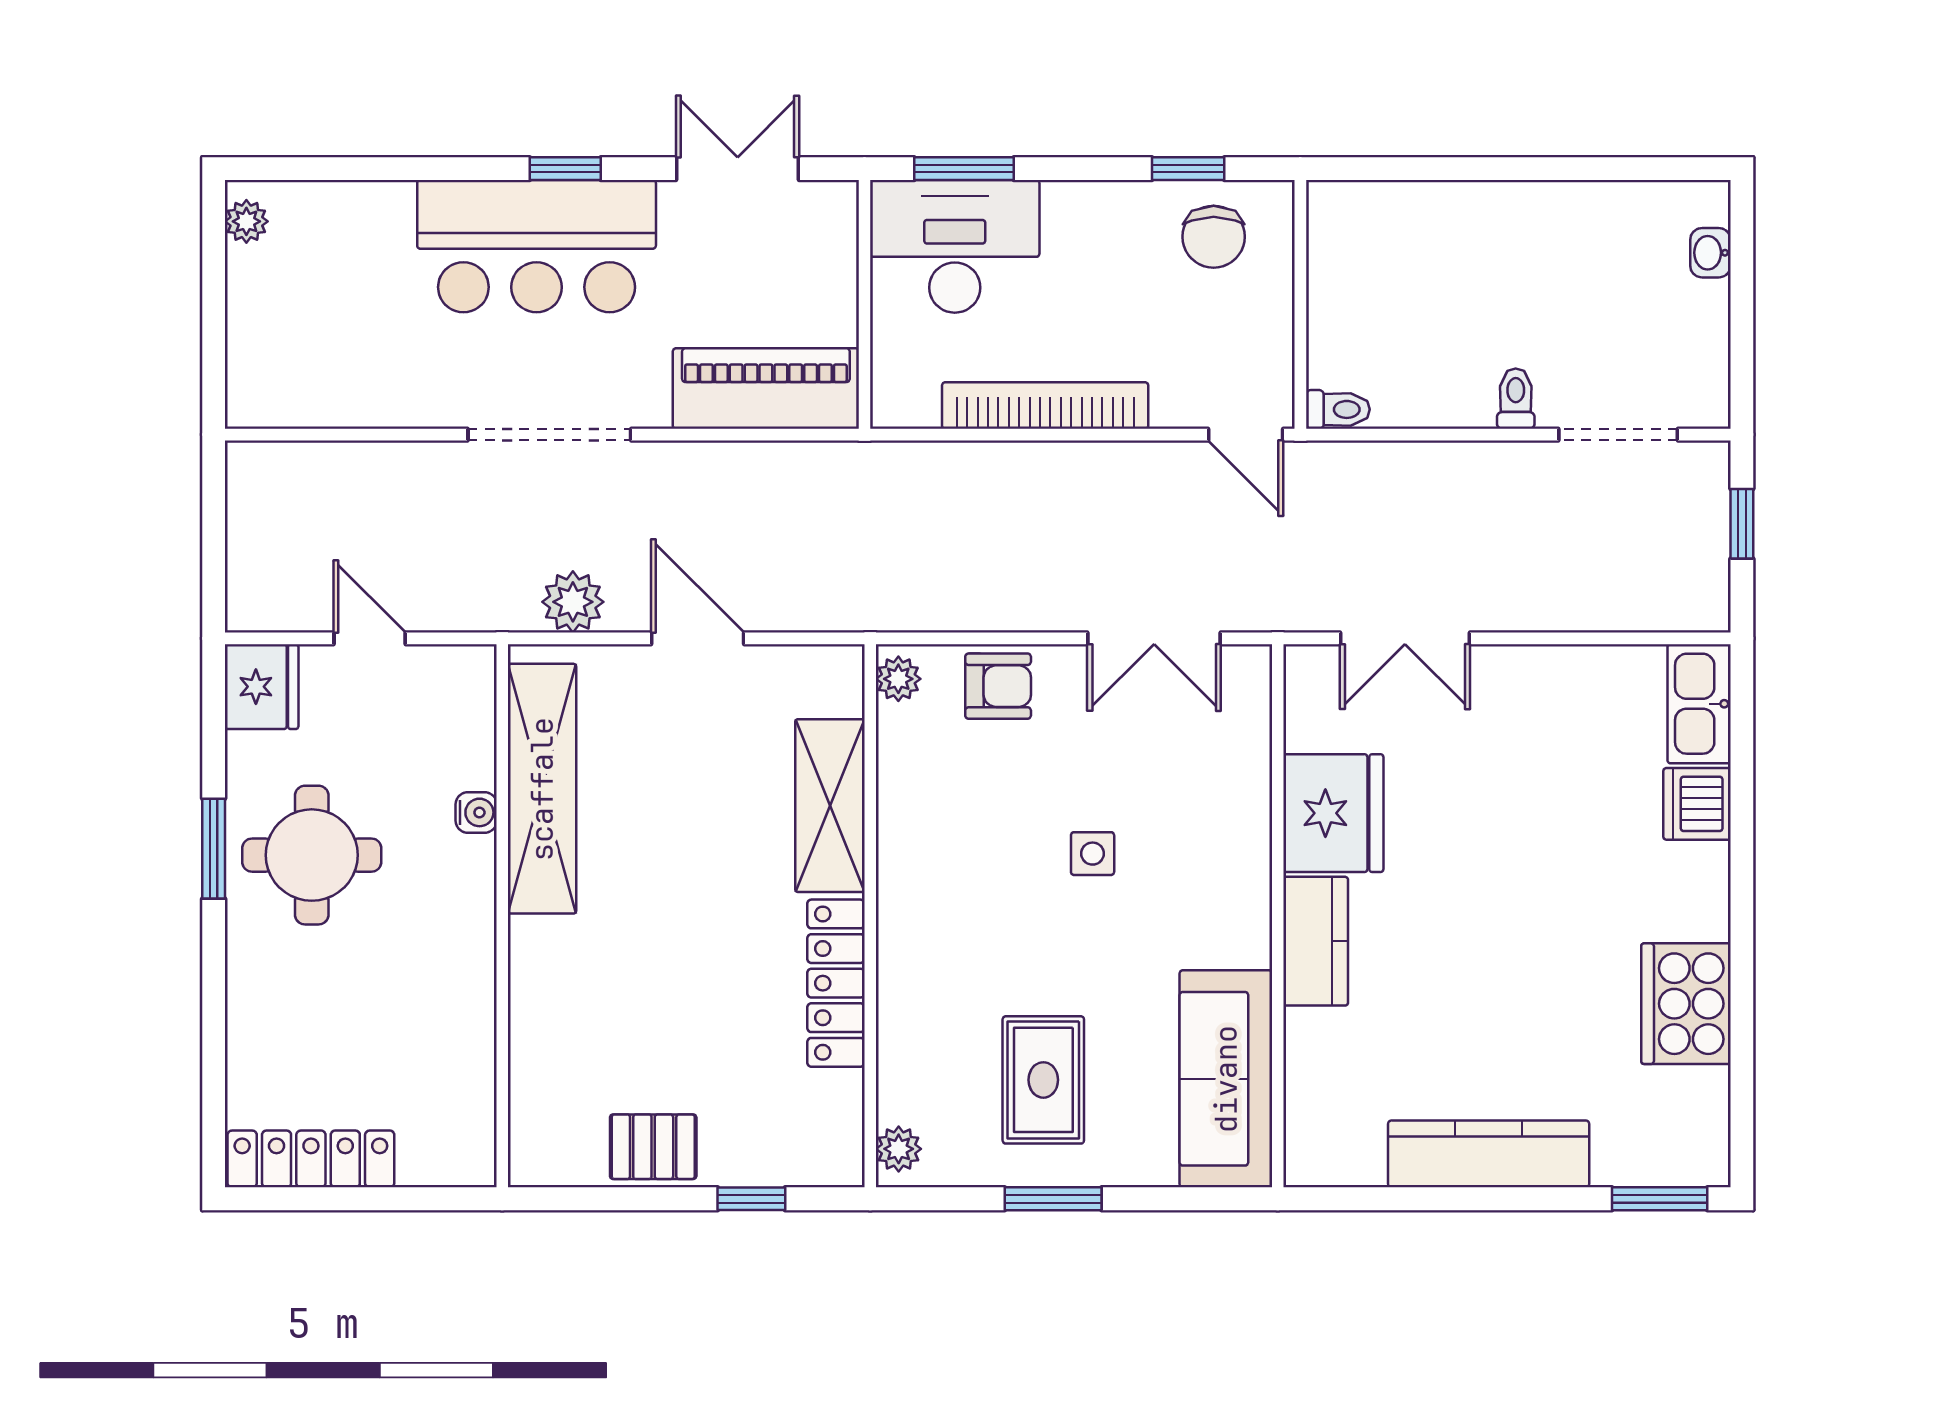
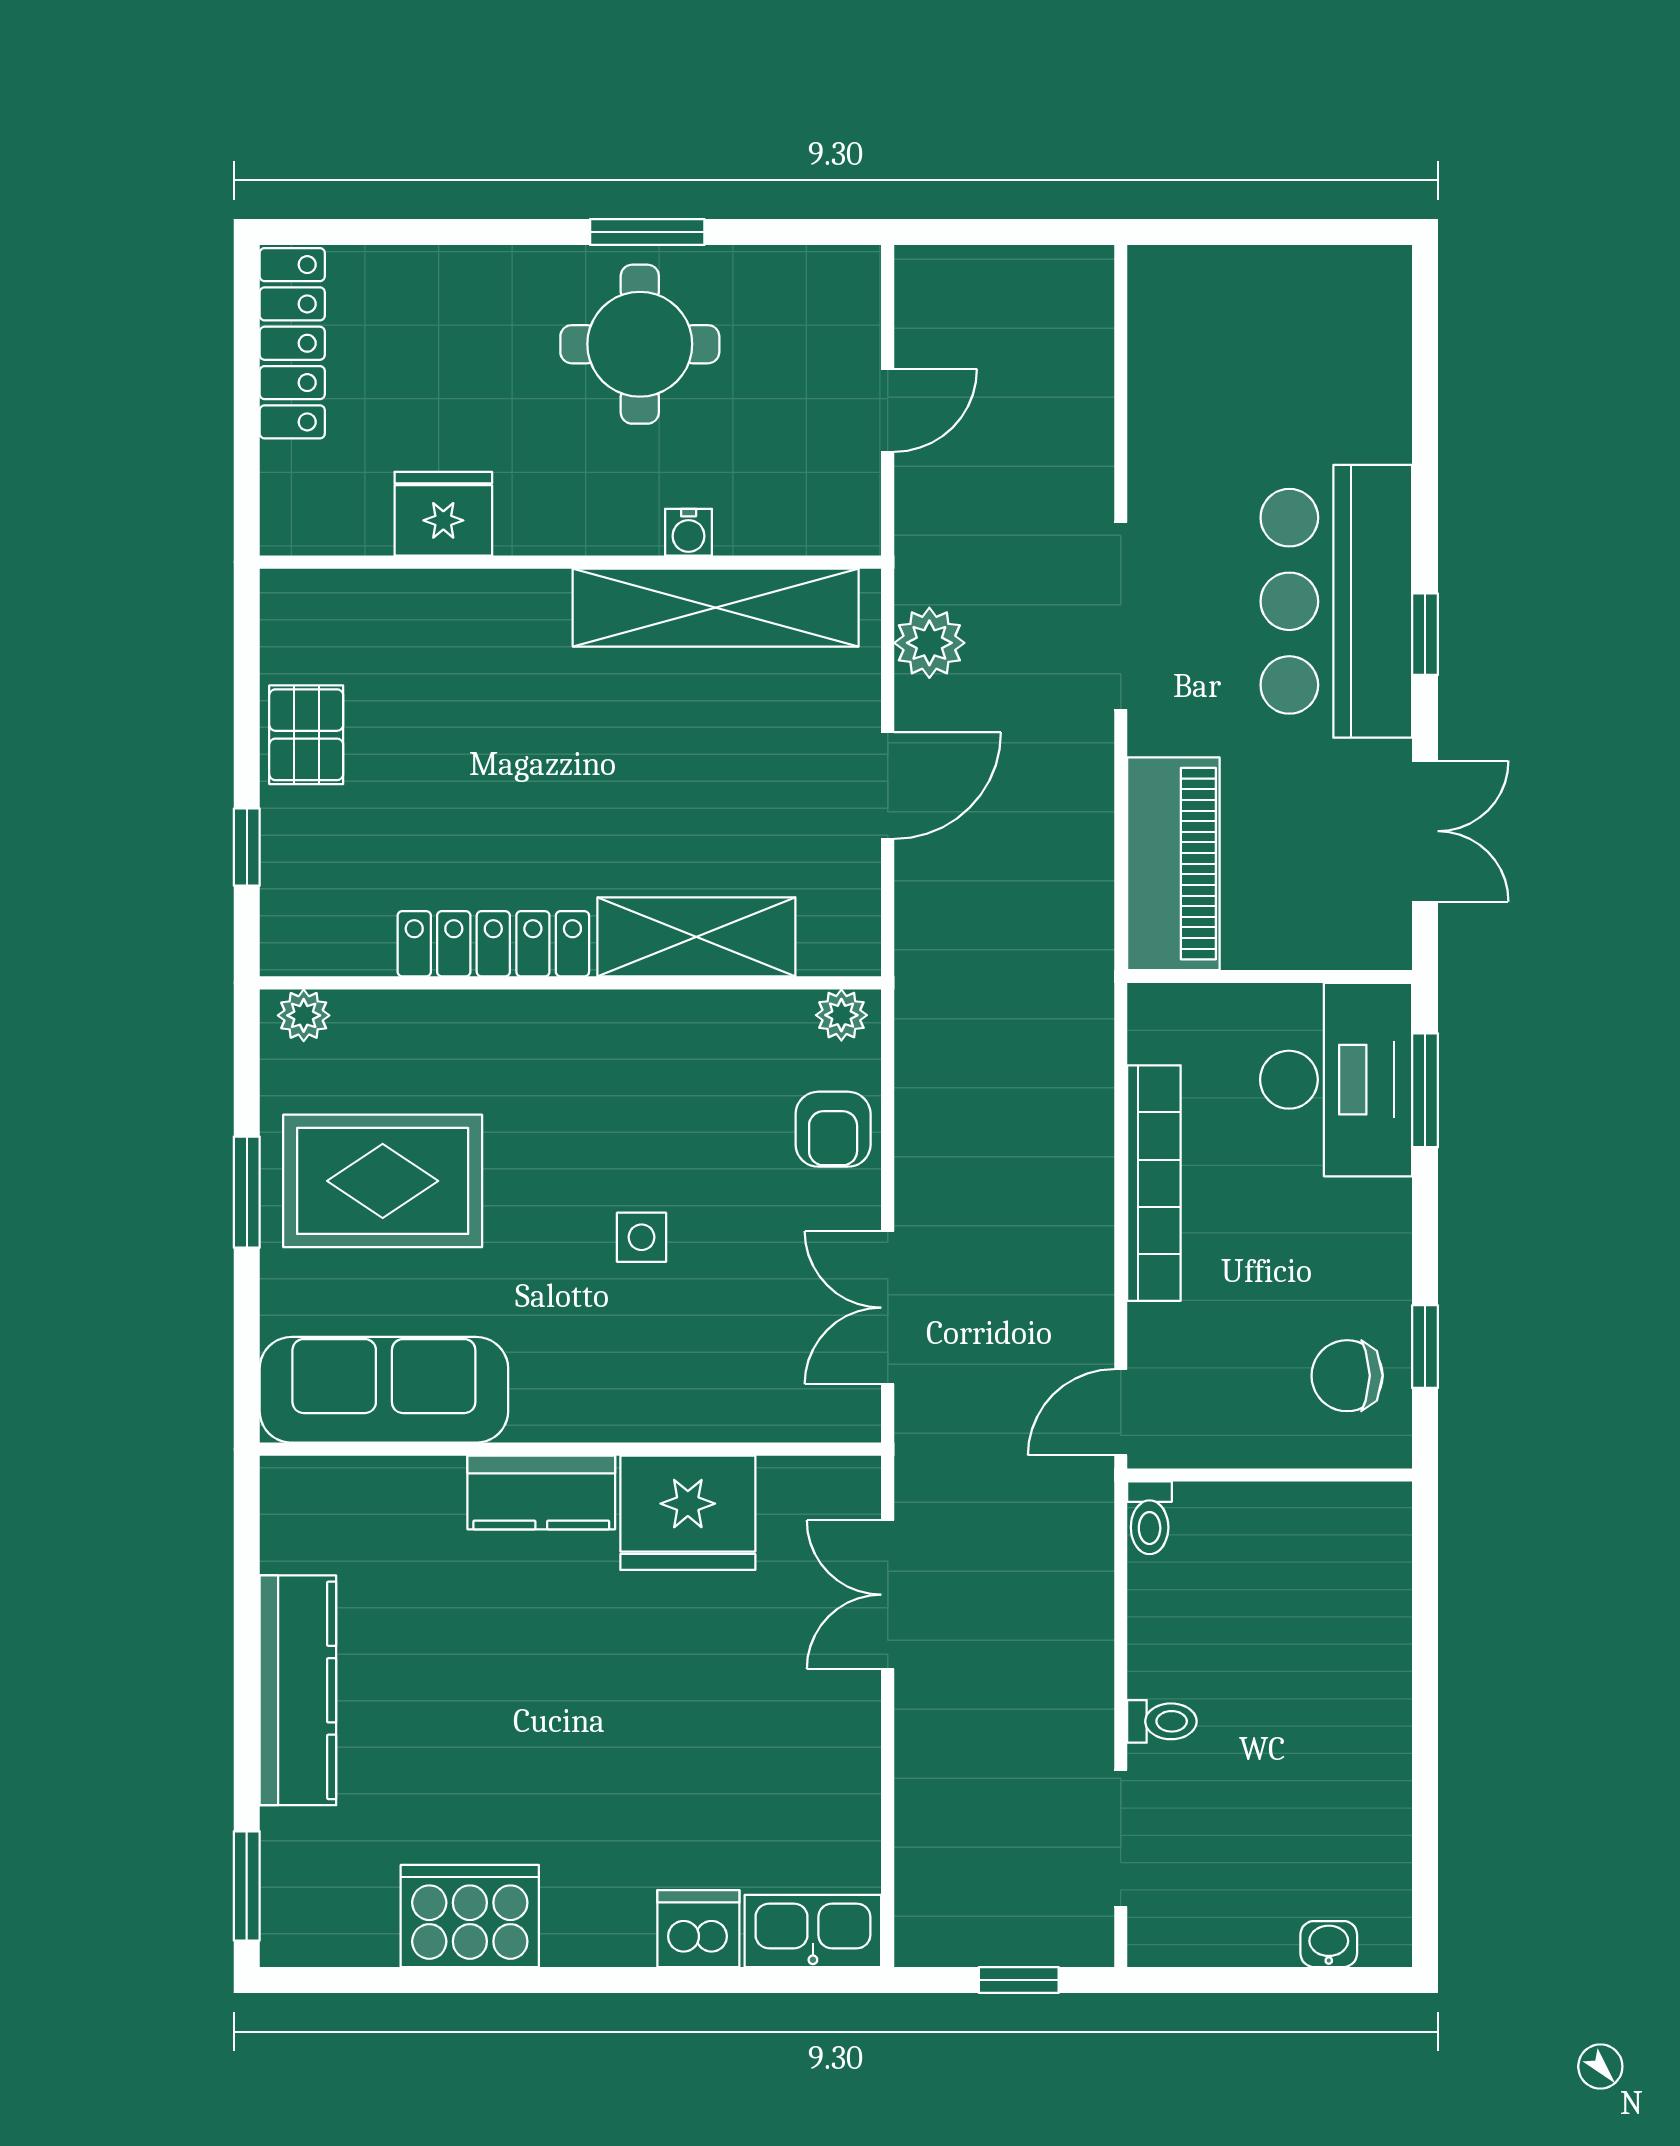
plant: (246, 221) -> (1365, 269), removed
fridge: (262, 687) -> (443, 514), moved, turned 180
rug: (1043, 1080) -> (383, 1181), width x1.36, depth x1.43

